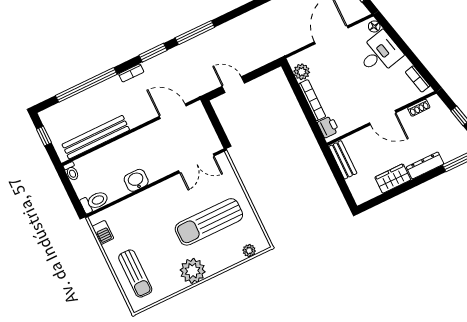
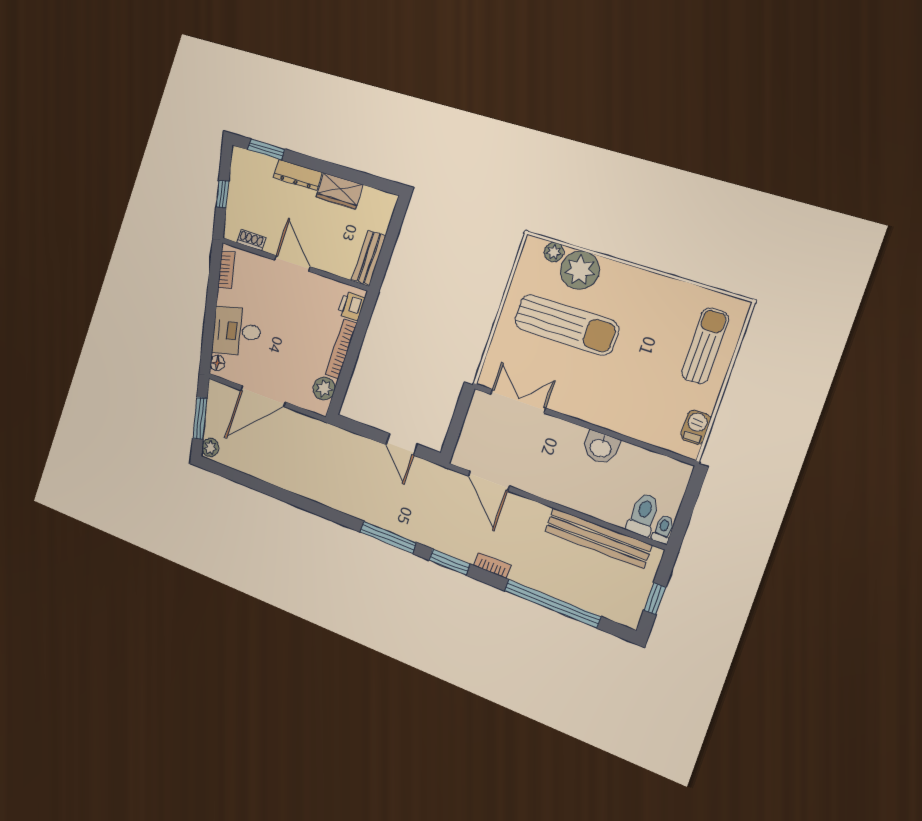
toilet: (95, 202) -> (643, 515), moved, turned 90
plant: (193, 271) -> (580, 270), moved

